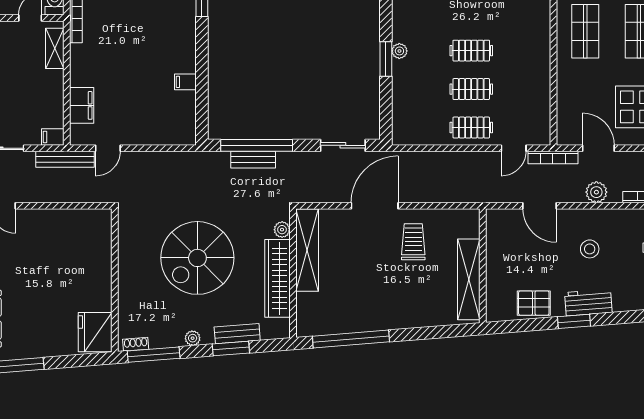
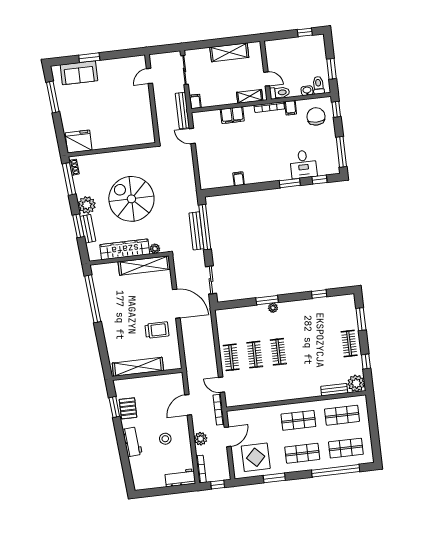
filing cabinet: (82, 105) -> (232, 115), moved
bench: (253, 160) -> (196, 231), width x1.36
window: (574, 321) -> (114, 407), moved
plant: (193, 338) -> (87, 205), width x1.87, depth x1.87

